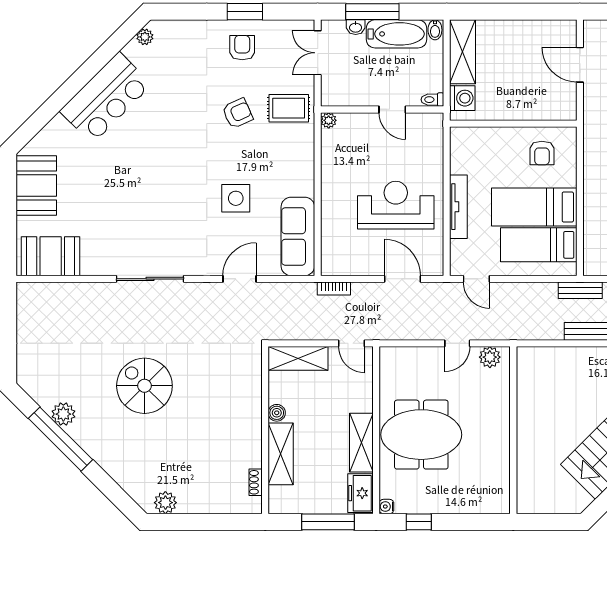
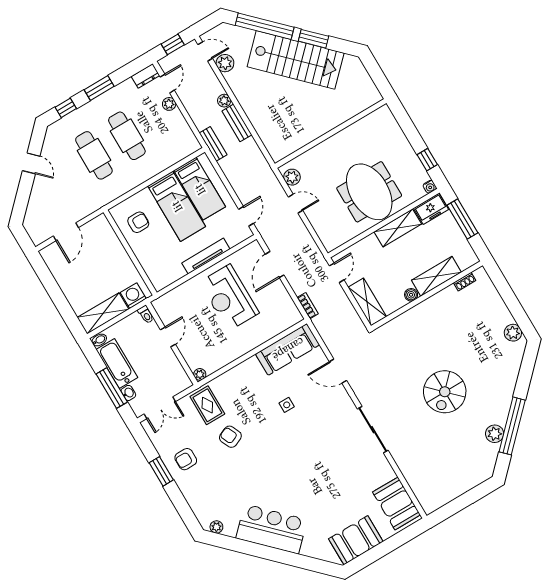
side table: (236, 198) -> (287, 405), width x0.54, depth x0.54

